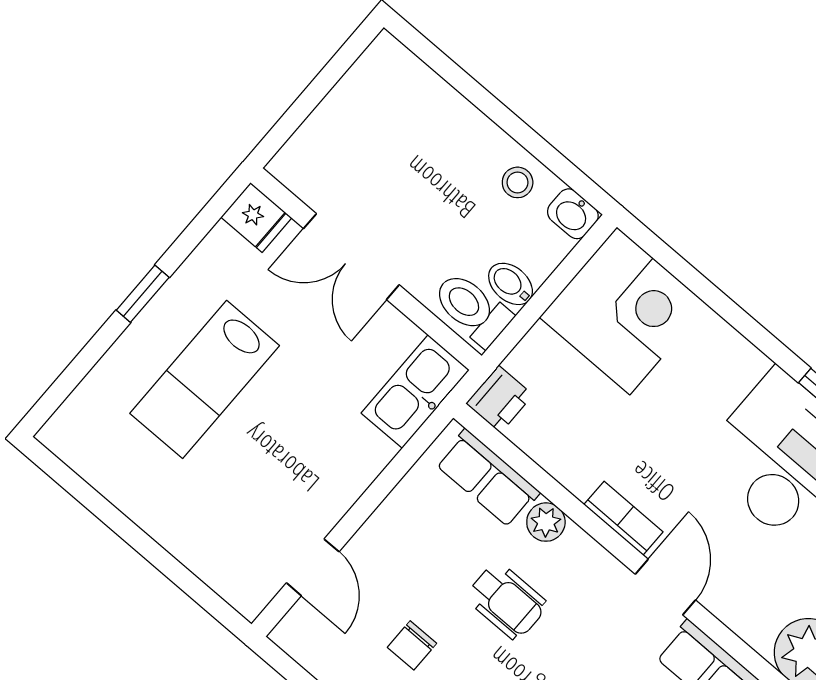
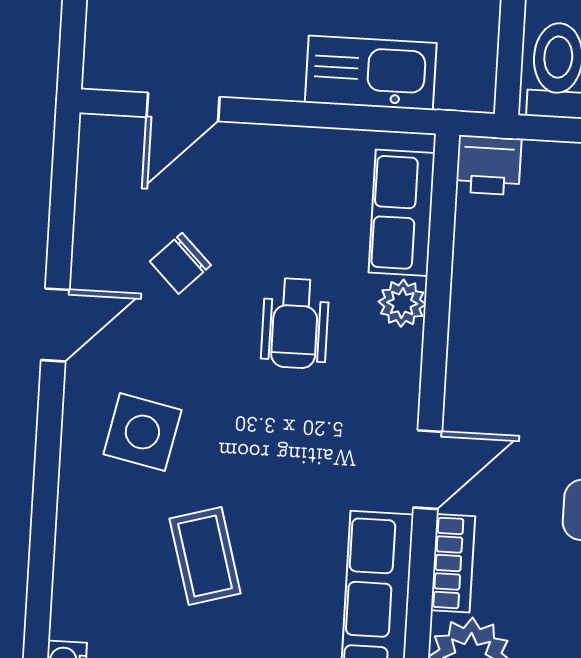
kitchen sink: (415, 392) -> (371, 73), moved
bookcase: (623, 518) -> (453, 563), moved
chair: (412, 645) -> (180, 263), turned -45

